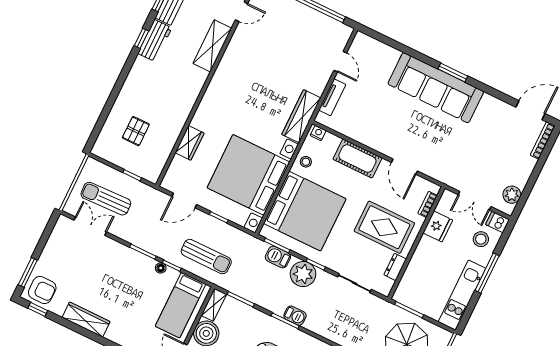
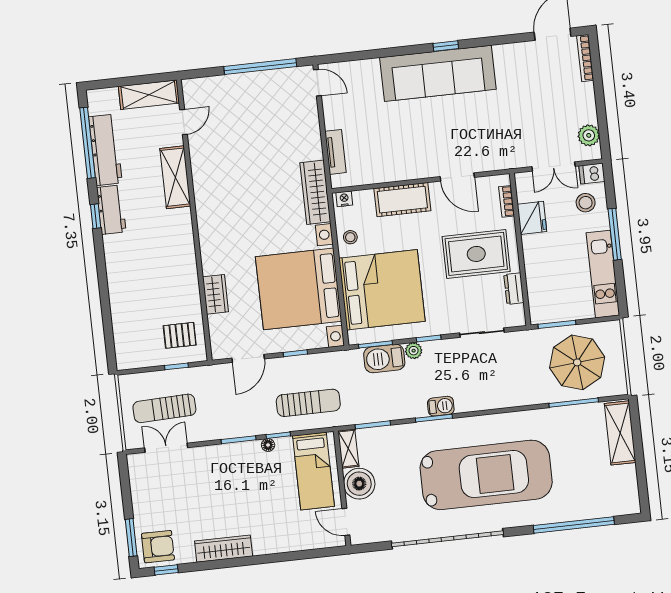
door: (340, 62) -> (317, 83), moved
window: (453, 73) -> (446, 46), width x0.67
pallet: (136, 131) -> (180, 335), moved, turned 90
barbecue: (278, 257) -> (384, 359), width x1.38, depth x1.27
plant: (303, 274) -> (414, 351), width x0.53, depth x0.53

